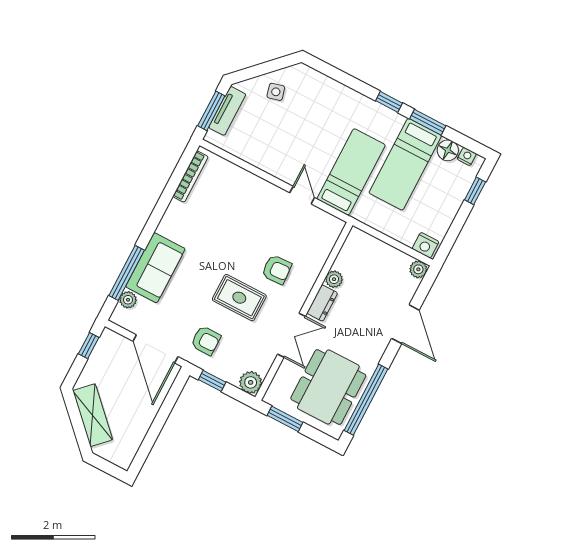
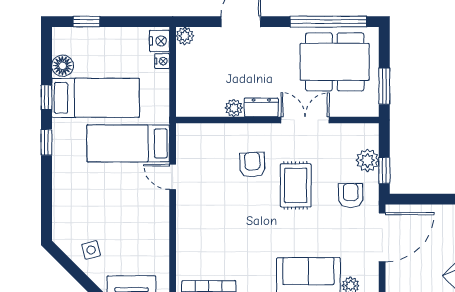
window: (428, 122) -> (46, 97), width x0.67
nightstand: (467, 156) -> (162, 61), moved, turned 180
door: (302, 195) -> (173, 177), hinge flipped
plant: (251, 382) -> (367, 160), moved

